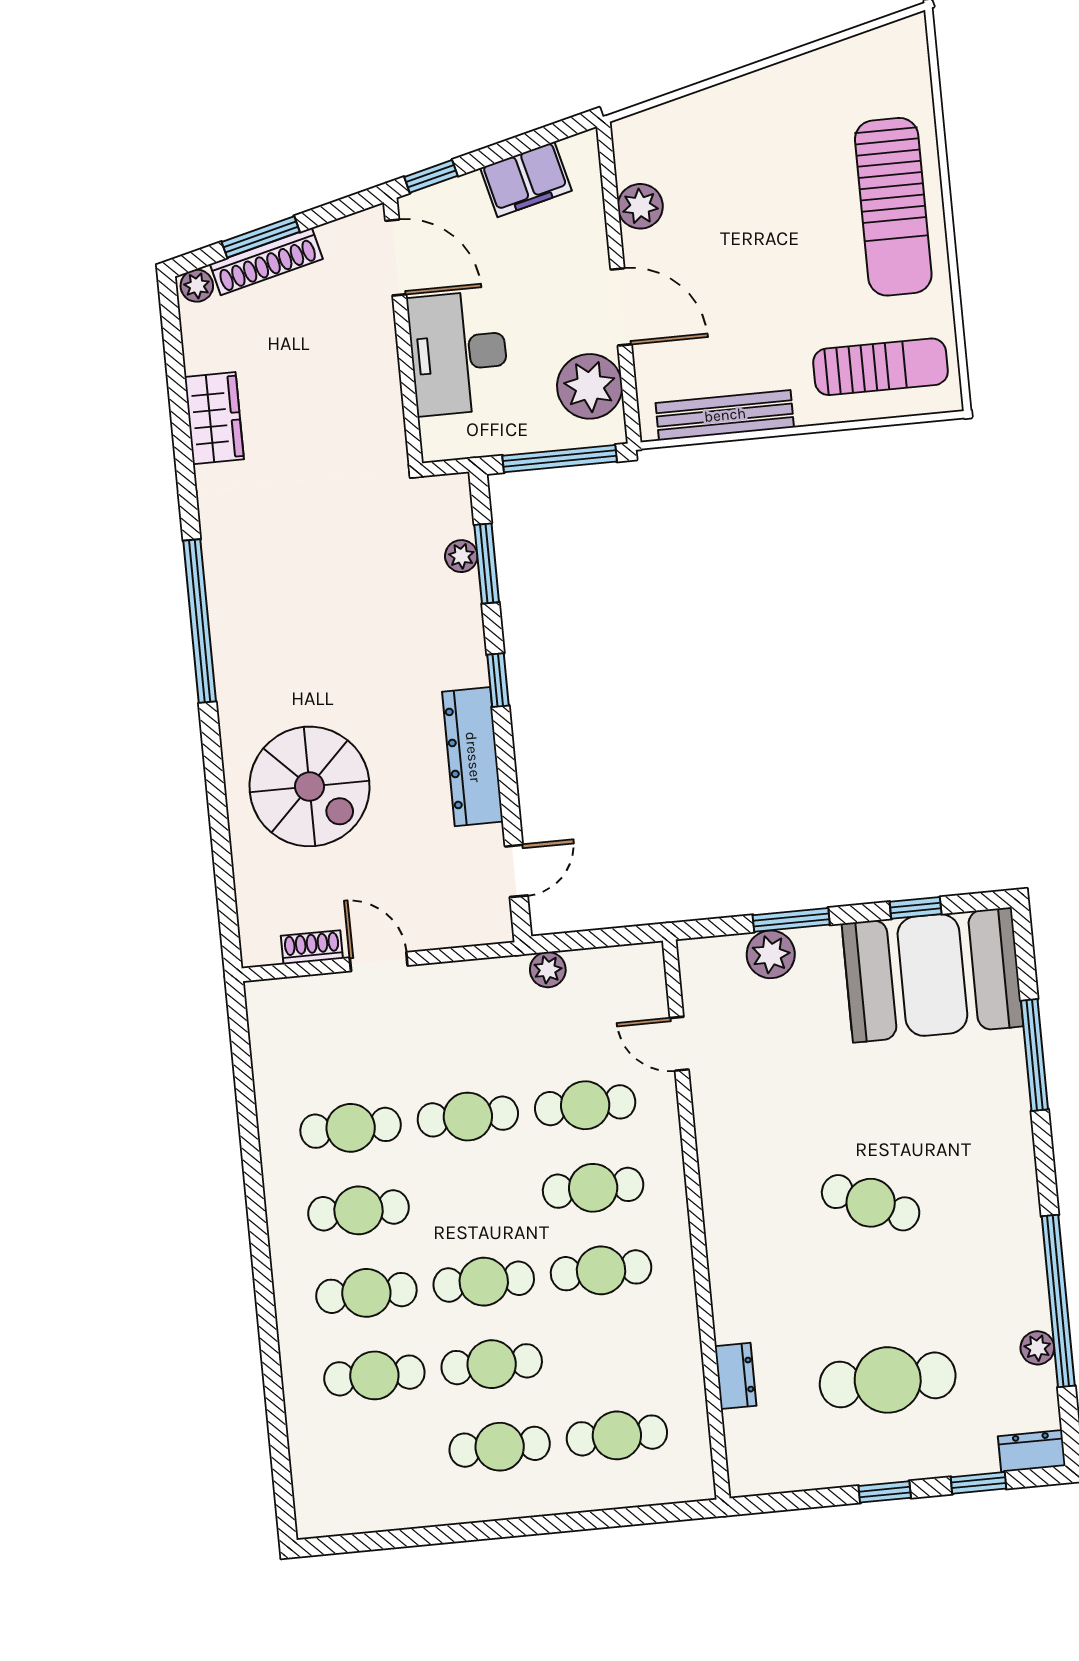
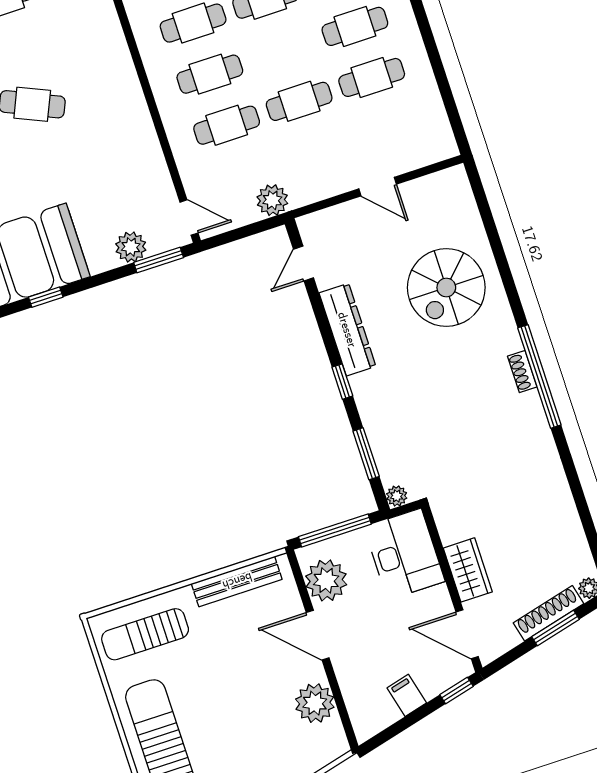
filing cabinet: (526, 179) -> (407, 695), width x0.50
plant: (640, 206) -> (315, 703), width x1.36, depth x1.36
desk: (458, 353) -> (404, 554), moved
wardrobe: (214, 418) -> (468, 570), moved, turned 180
plant: (461, 556) -> (397, 496), moved
spiral stairs: (310, 786) -> (446, 287), turned -90
window: (791, 920) -> (159, 260), moved
shoe rack: (312, 947) -> (522, 372), moved, turned 90
plant: (548, 970) -> (272, 200), width x1.38, depth x1.38
door: (679, 1044) -> (189, 218), moved

